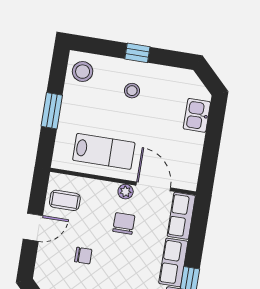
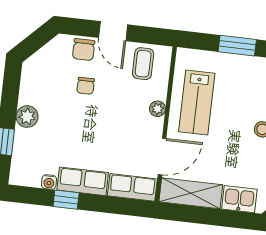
shelving: (189, 161) -> (191, 193), added
plant: (126, 192) -> (157, 109), moved
chair: (124, 223) -> (84, 50), moved, turned 90

